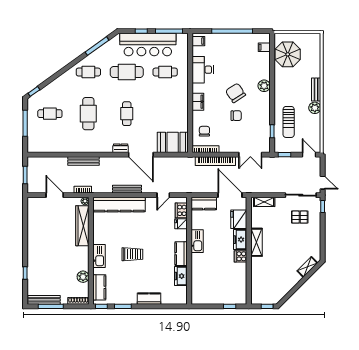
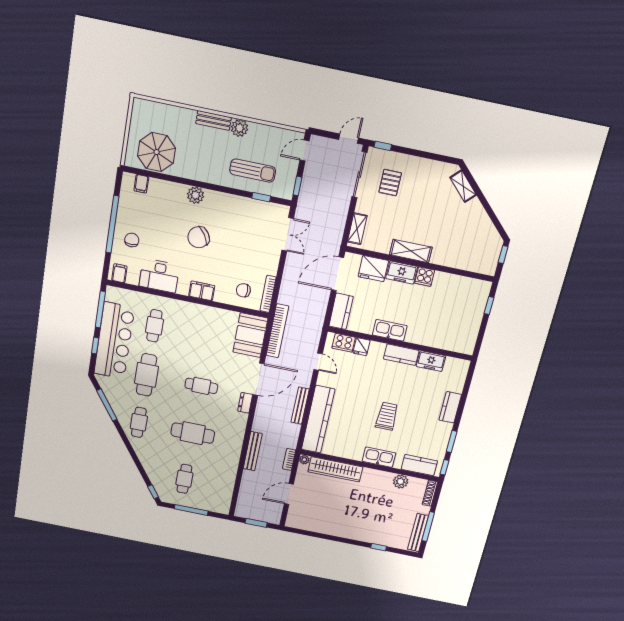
chair: (236, 116) -> (132, 240), moved
bookcase: (215, 161) -> (277, 331), moved

